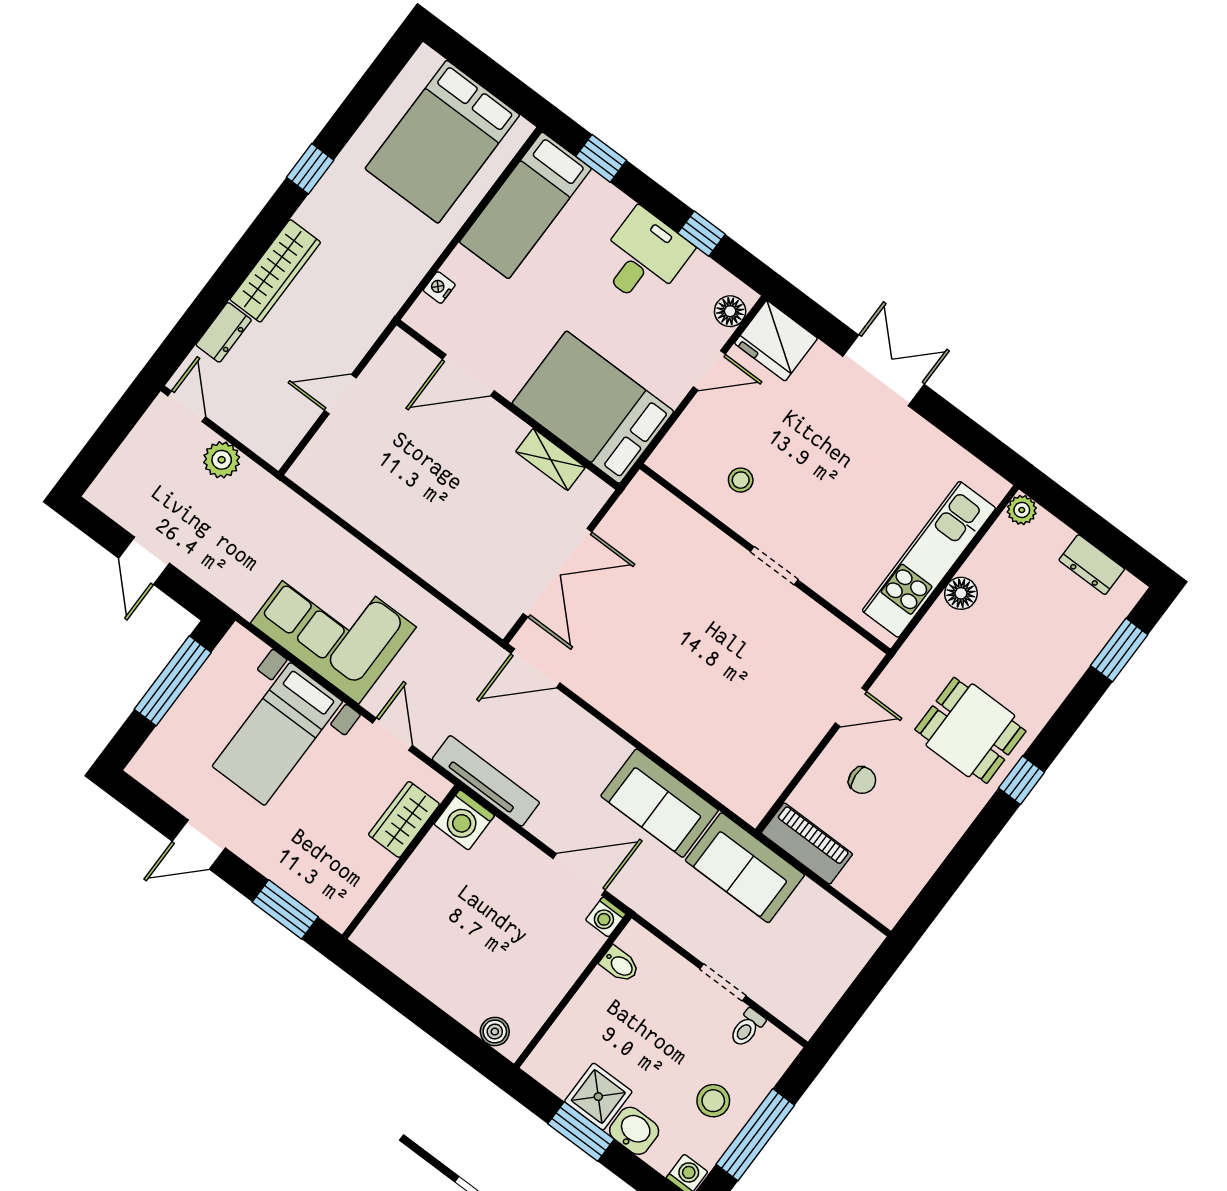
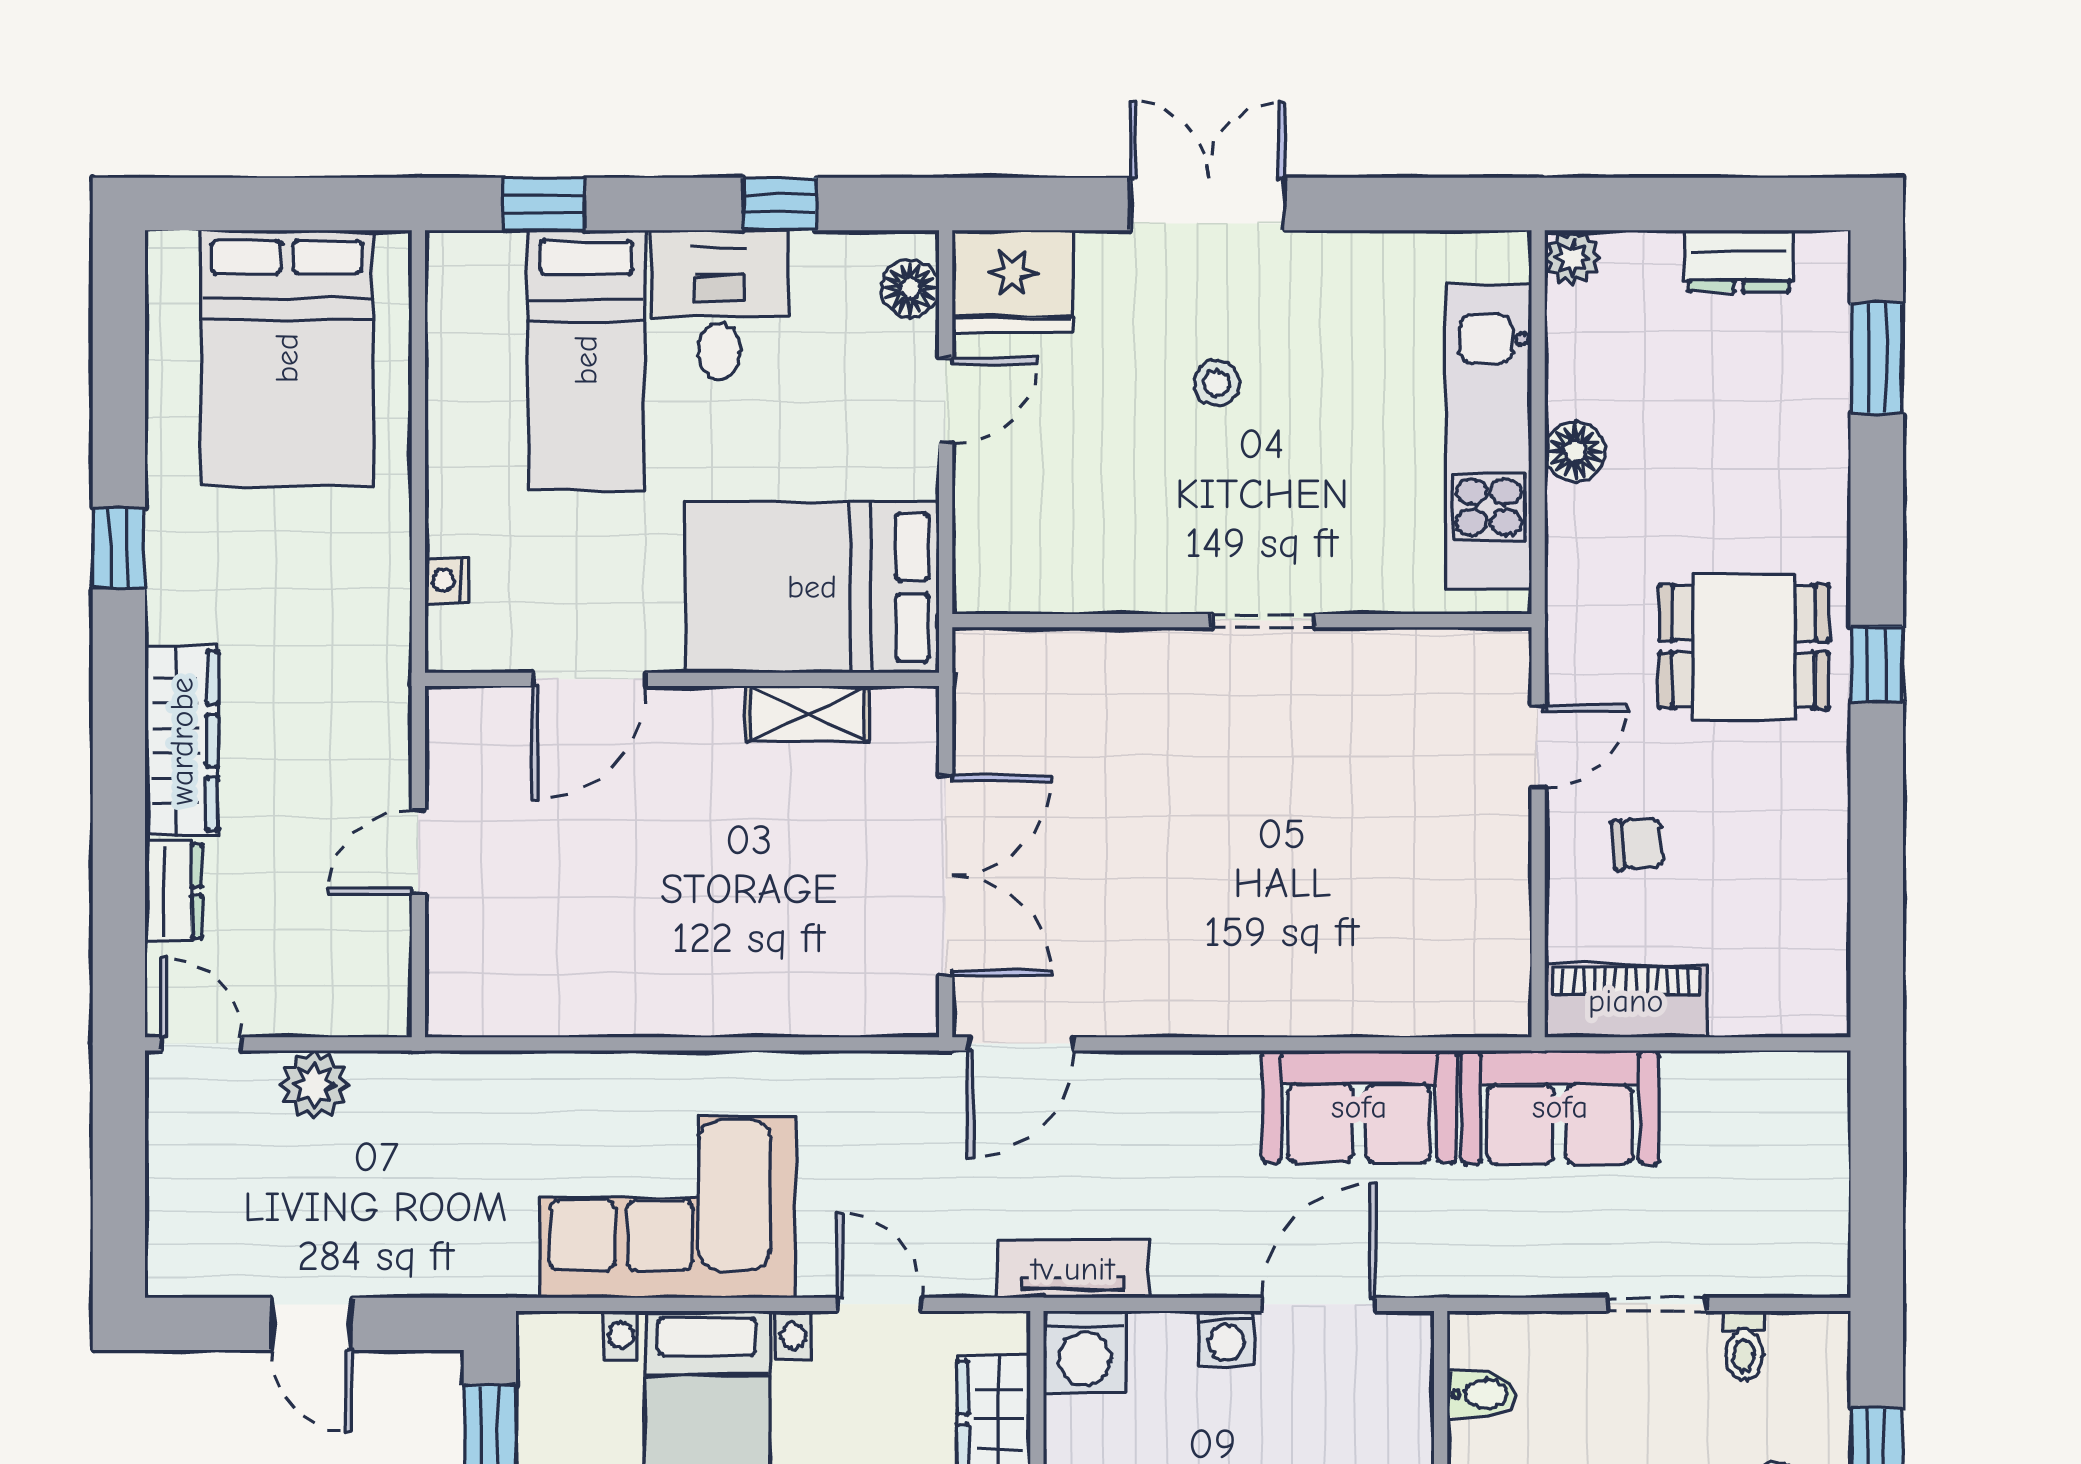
bed: (525, 205) -> (586, 360), moved
stool: (741, 480) -> (1217, 383), moved
tv unit: (486, 781) -> (1073, 1269), width x0.71
washing machine: (606, 917) -> (1226, 1338), moved

